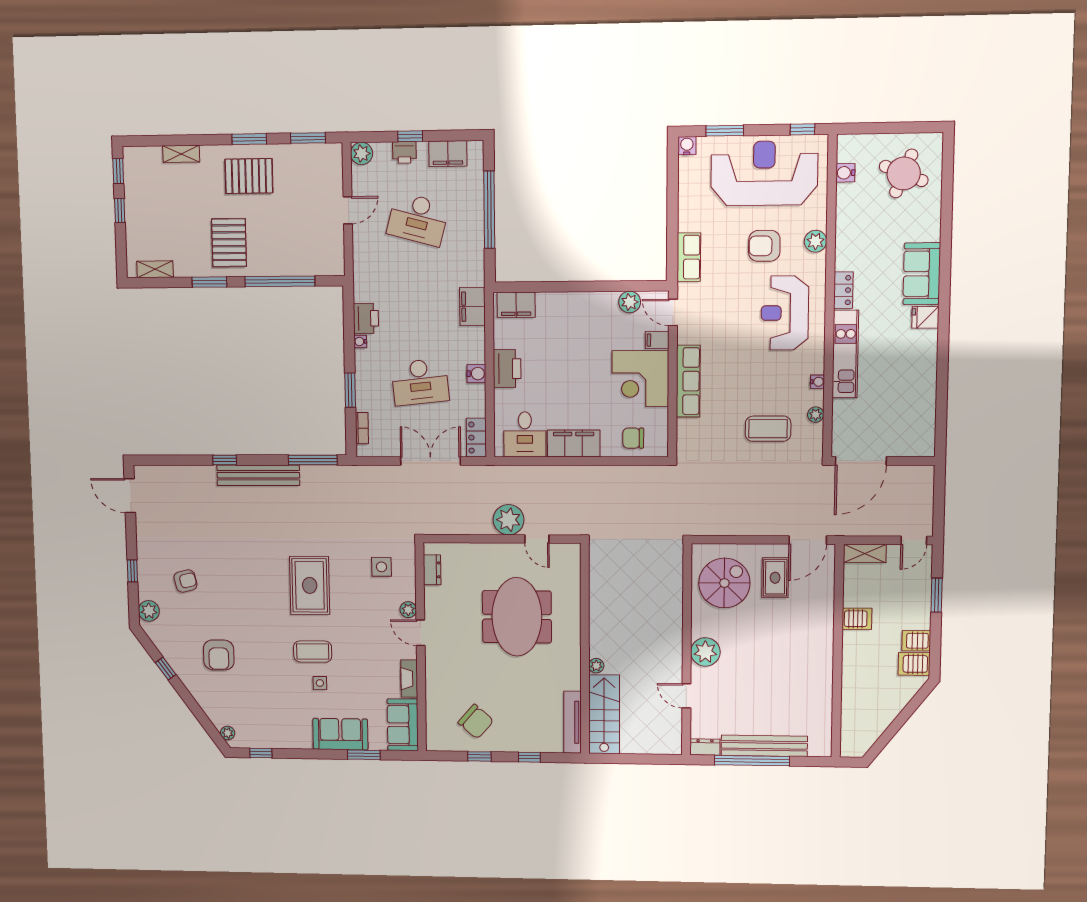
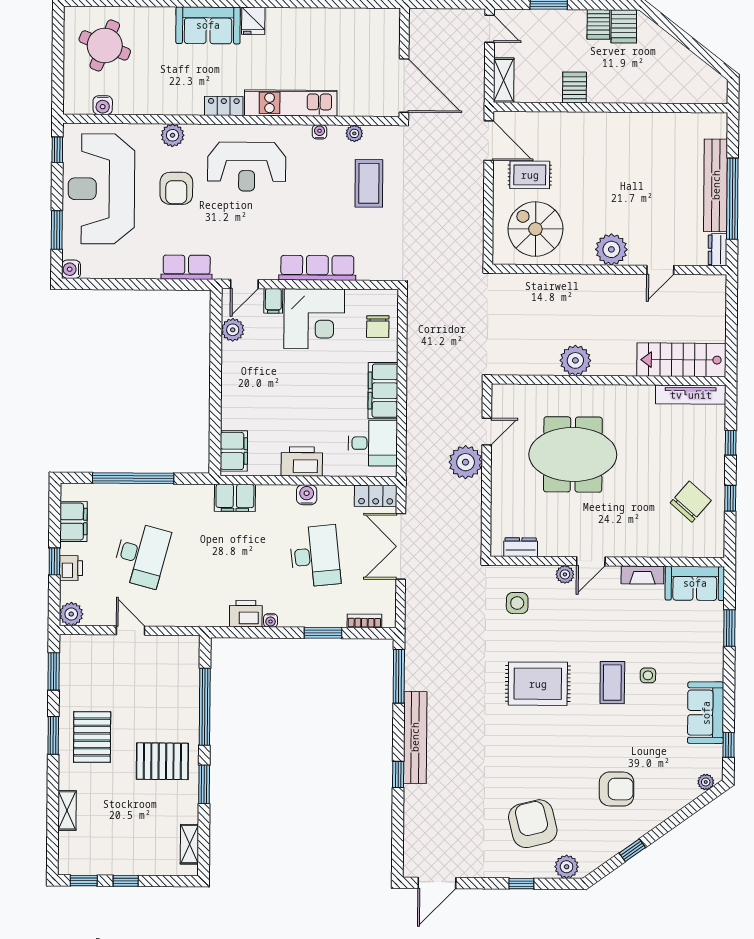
armchair: (185, 581) -> (533, 824), width x1.88, depth x1.88
plant: (596, 666) -> (575, 360), moved, width x1.88, depth x1.88
sofa: (340, 734) -> (706, 713), moved

